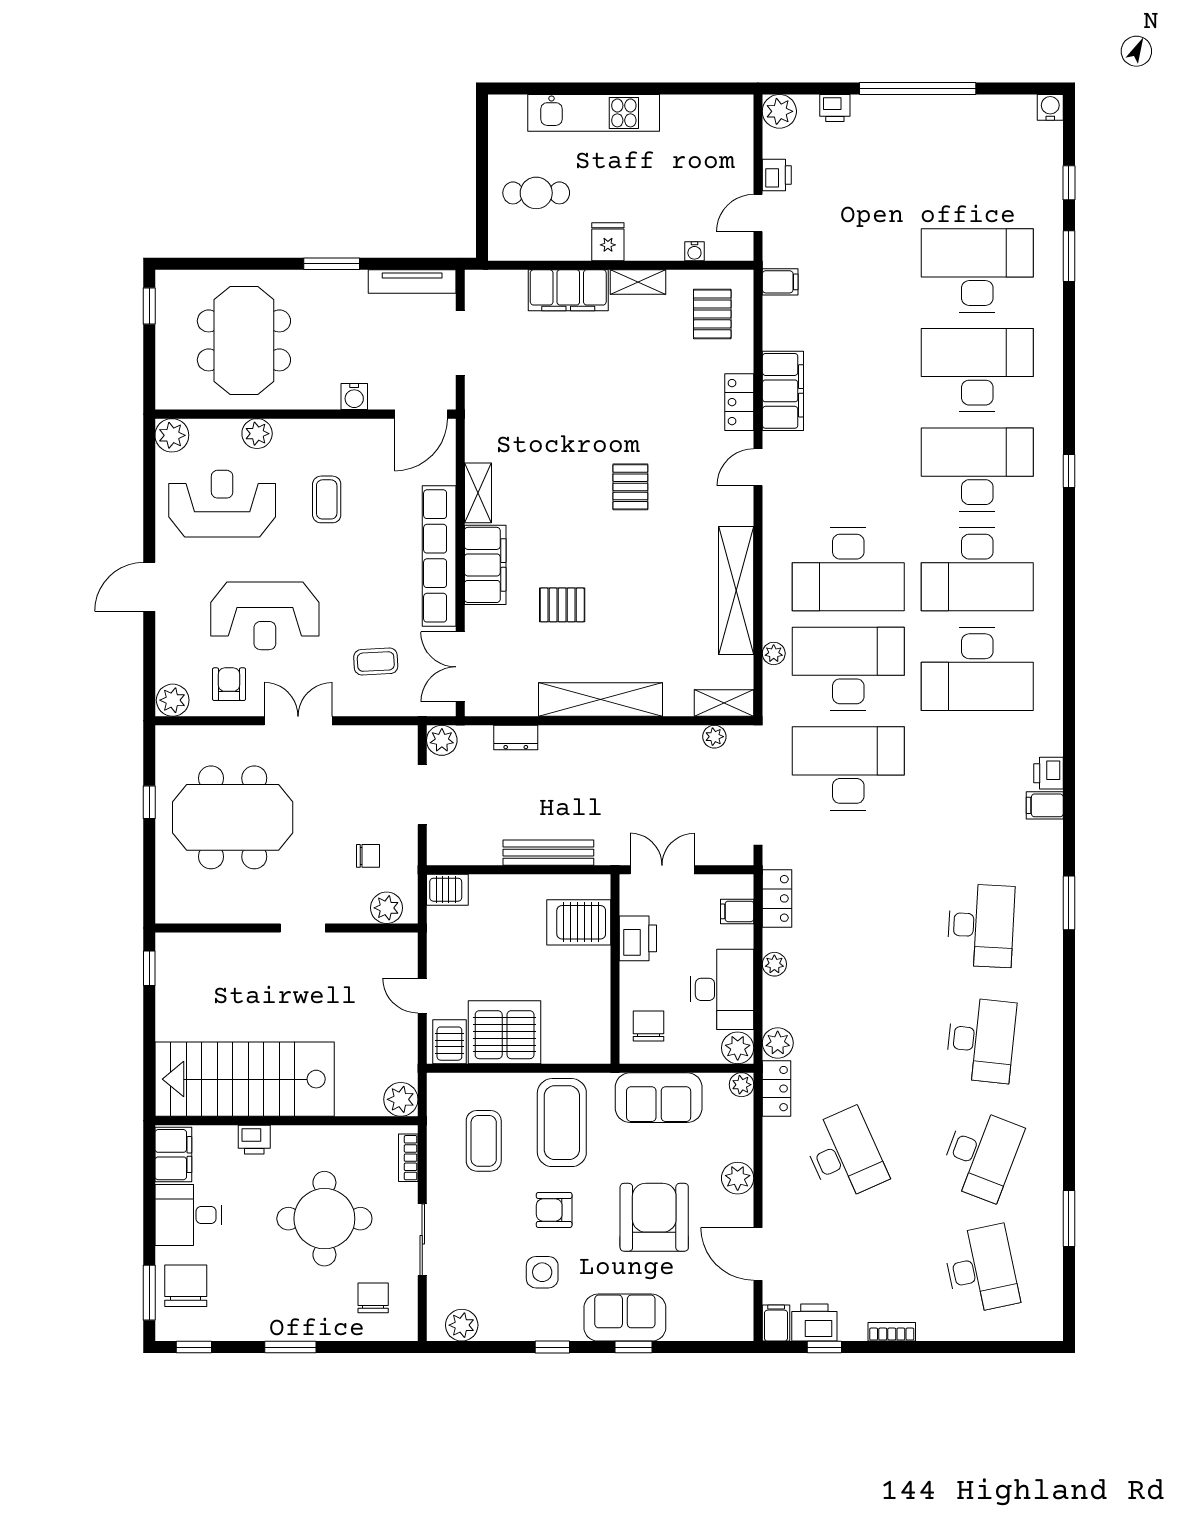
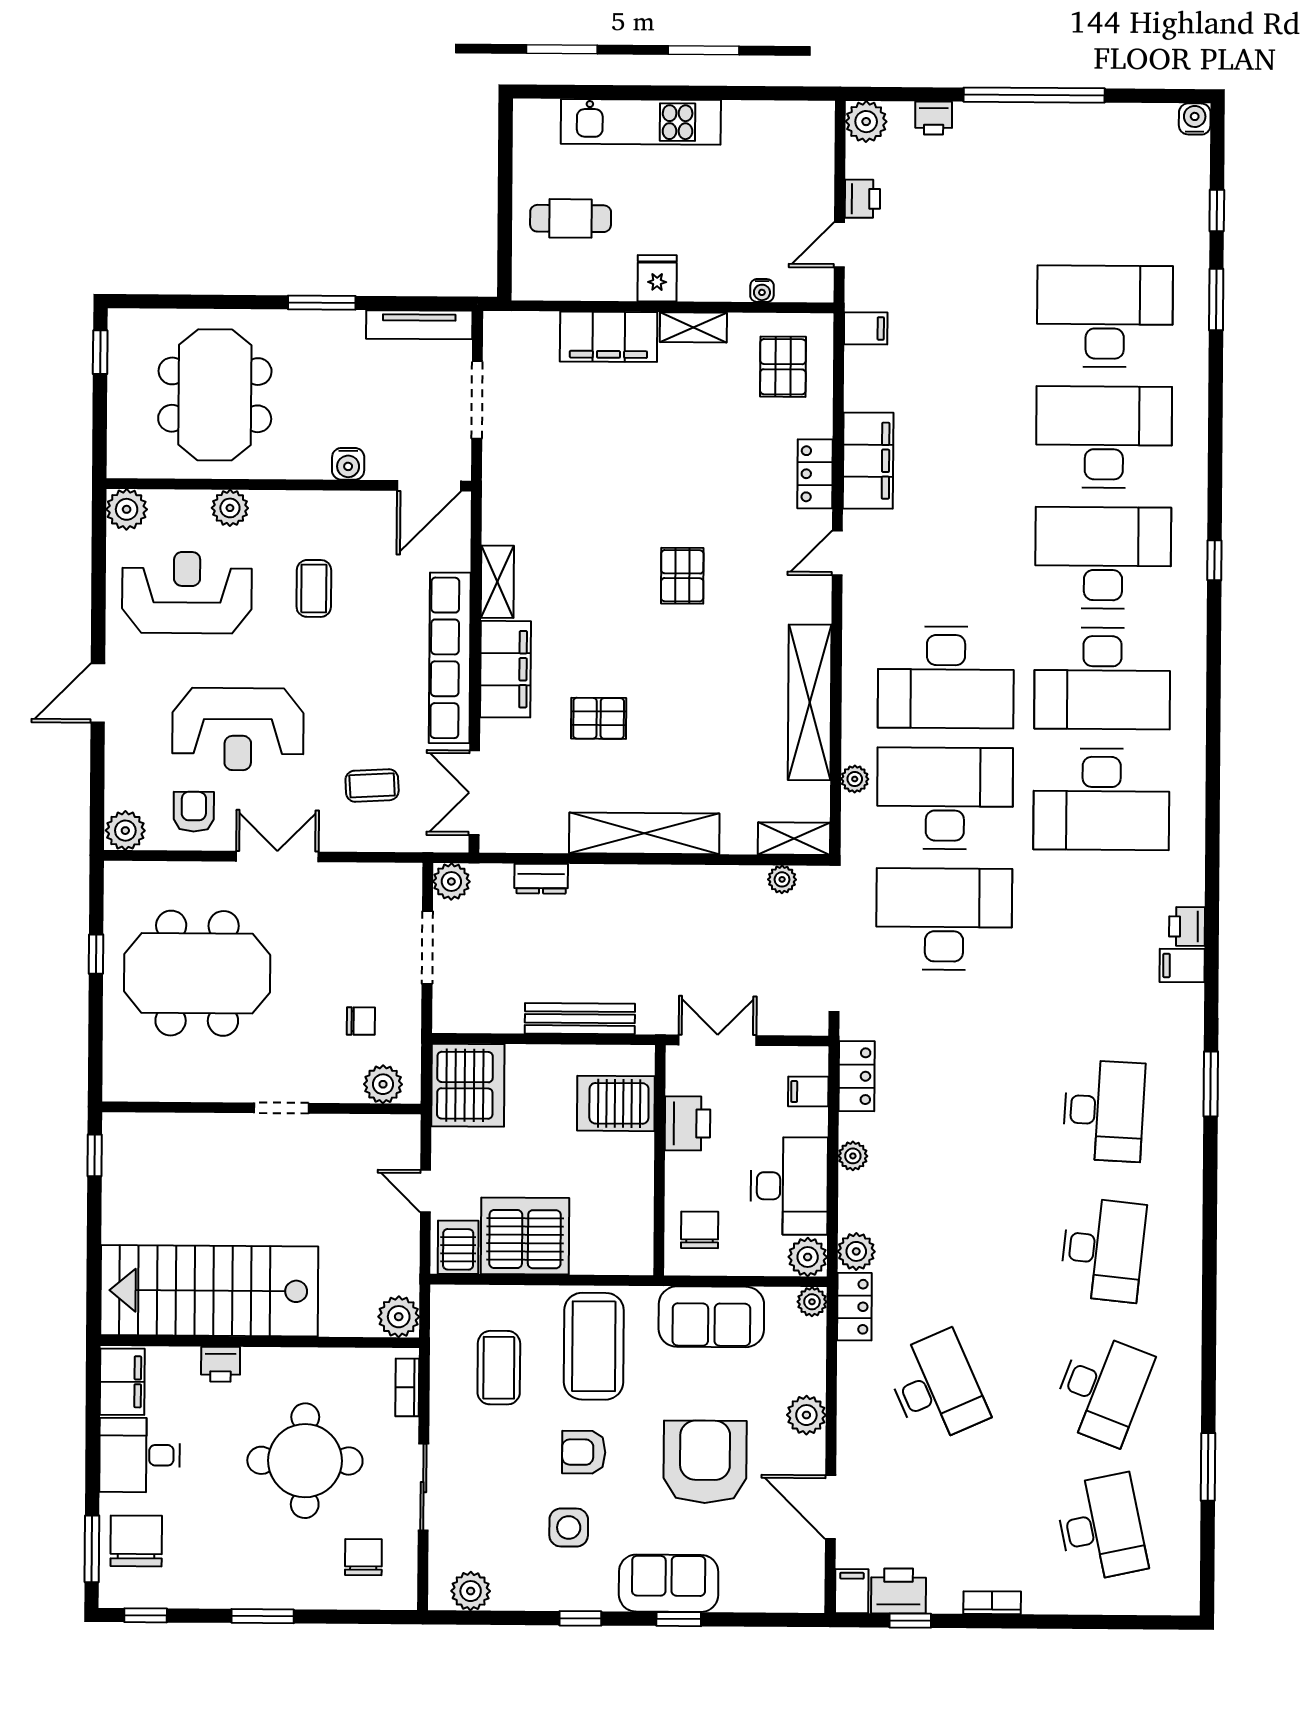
server rack: (447, 890) -> (468, 1085), width x2.18, depth x1.44

